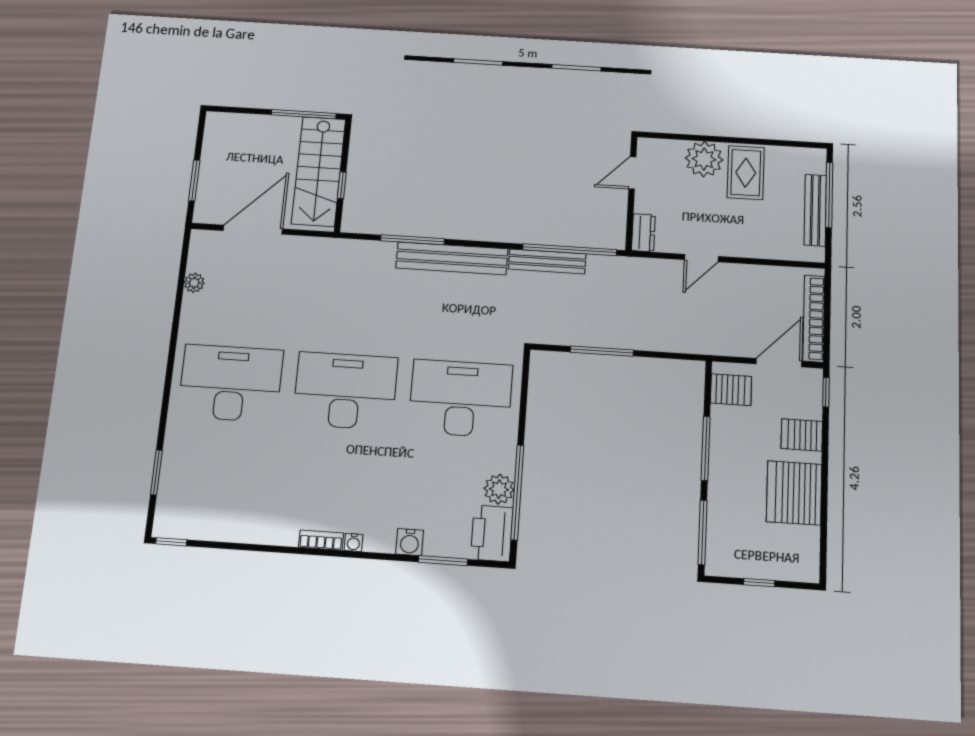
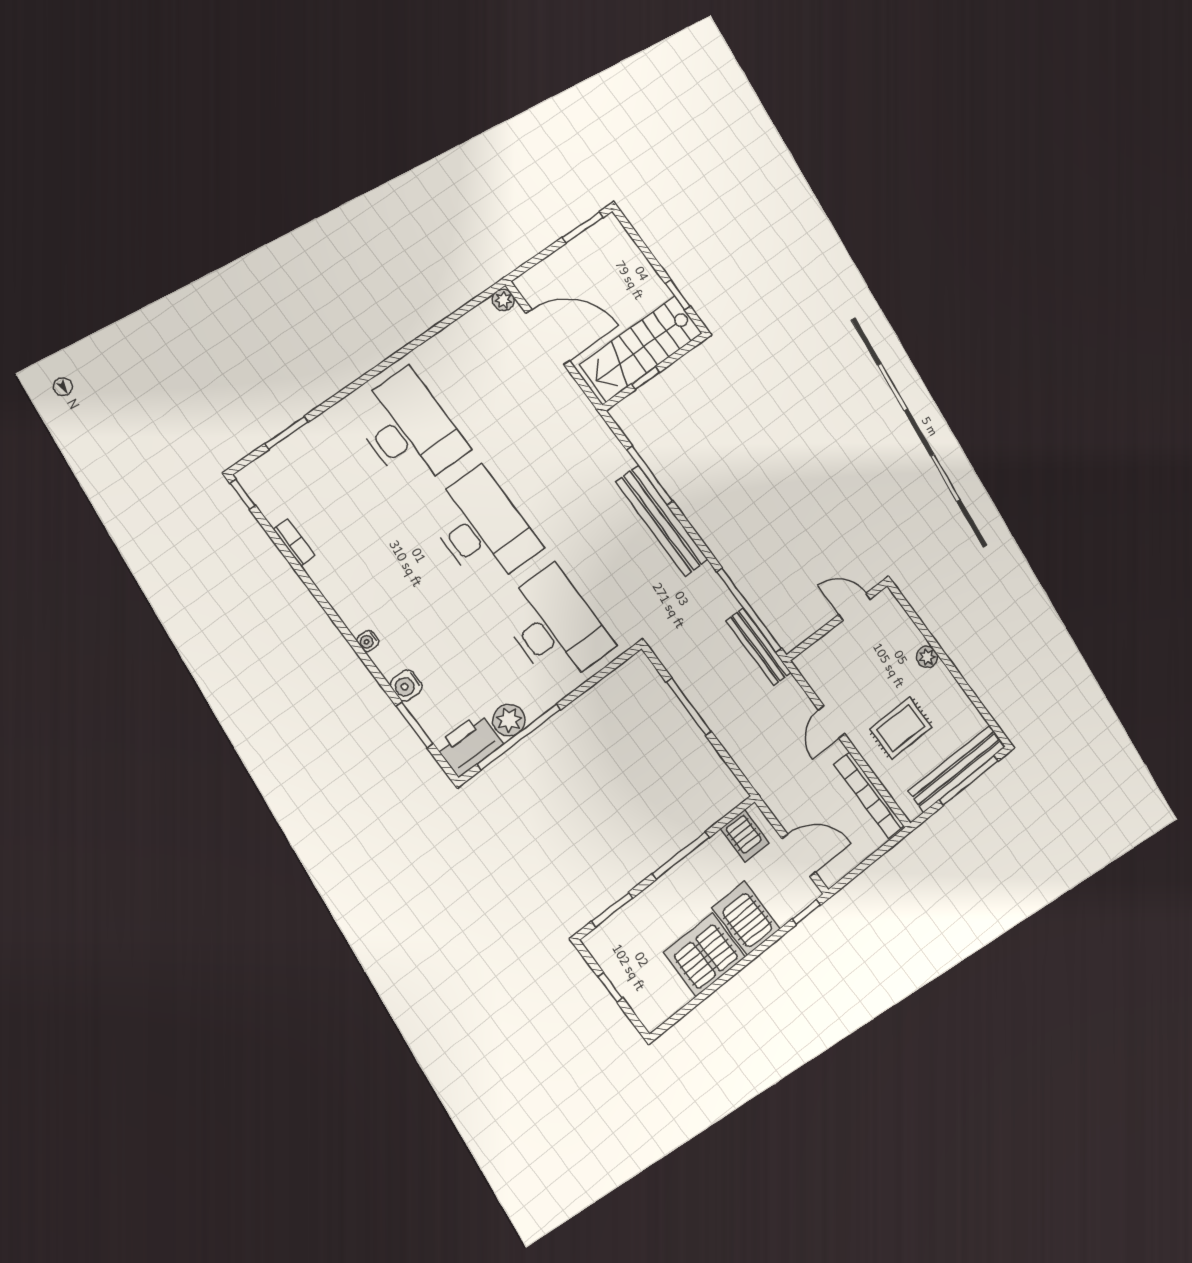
window: (304, 114) -> (678, 295), width x0.46
plant: (704, 159) -> (927, 657), width x0.53, depth x0.53
rug: (746, 173) -> (901, 728), moved
window: (194, 180) -> (583, 227), moved
bench: (815, 210) -> (956, 769), width x1.37, depth x1.21
dresser: (643, 233) -> (813, 658), removed
door: (701, 258) -> (831, 722), hinge flipped
bench: (547, 261) -> (758, 647), moved
plant: (194, 283) -> (503, 300), moved
bookcase: (814, 318) -> (869, 795), moved, turned -90
server rack: (802, 435) -> (746, 918), width x1.36, depth x1.44
window: (703, 532) -> (612, 910), width x0.69
bookcase: (321, 540) -> (294, 542), moved

